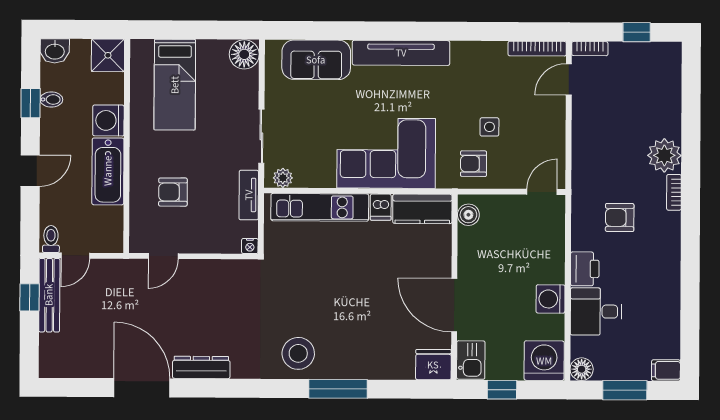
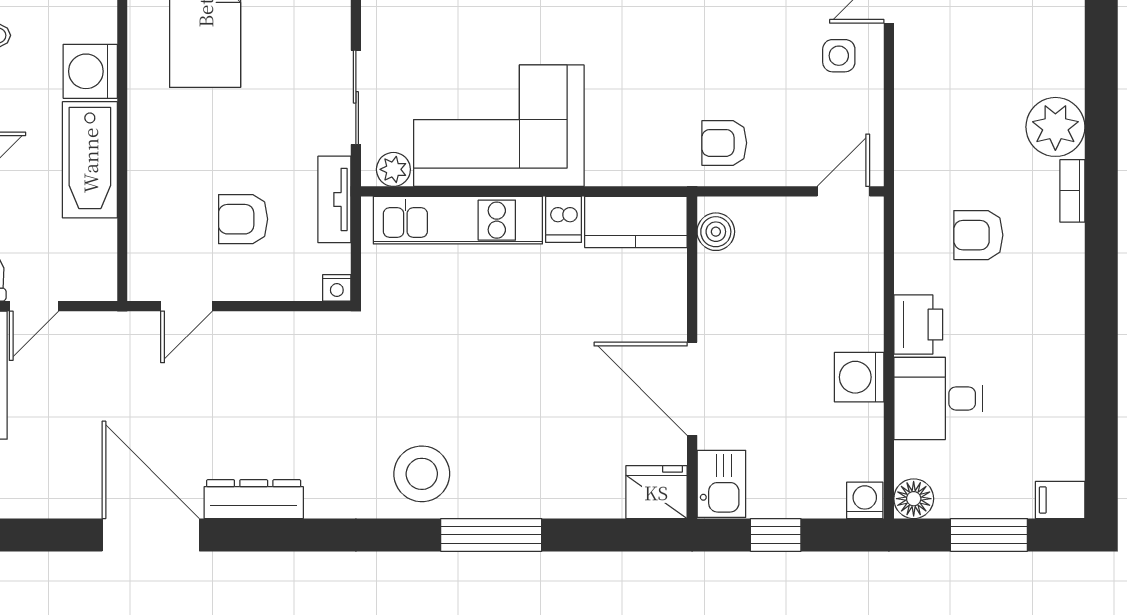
side table: (489, 127) -> (839, 56), moved
corner sofa: (386, 153) -> (499, 126), moved
armchair: (173, 192) -> (243, 219), moved
washing machine: (544, 361) -> (865, 500), width x0.53, depth x0.53

